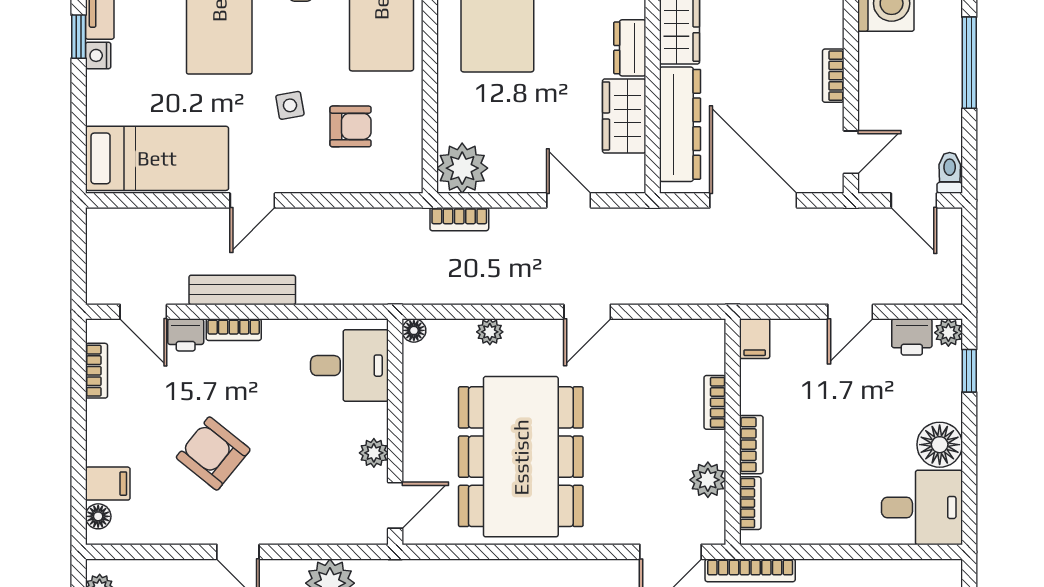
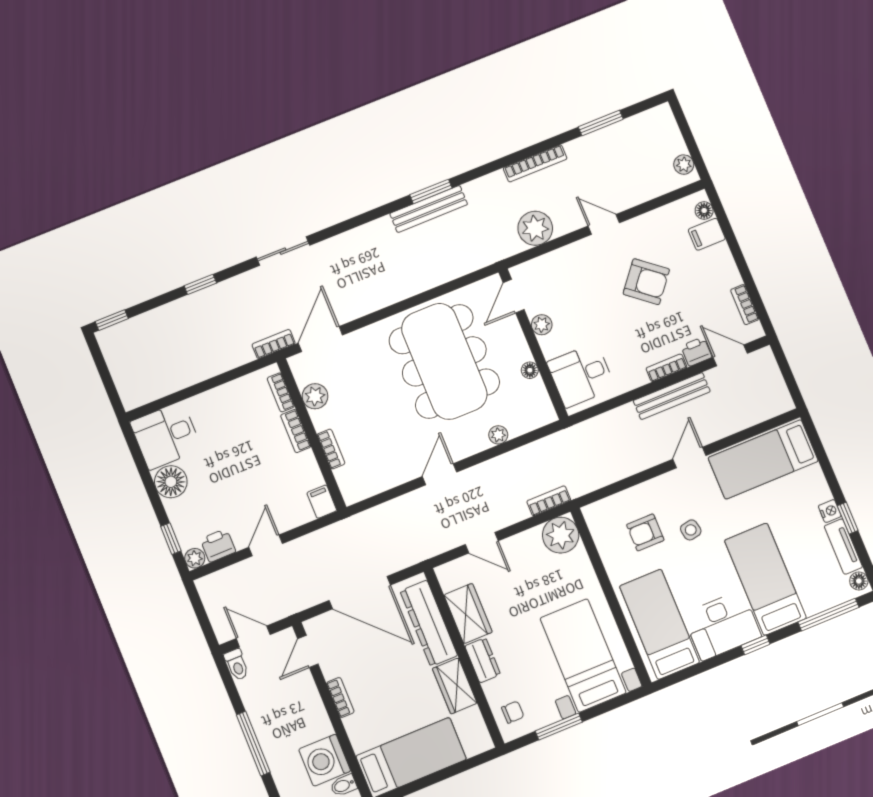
floor lamp: (414, 330) -> (530, 370), moved
bookcase: (750, 570) -> (274, 344), width x0.64

